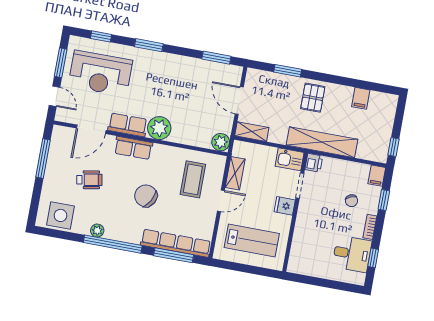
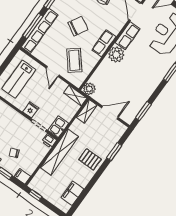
filing cabinet: (361, 98) -> (72, 193), width x2.00
row of seats: (133, 148) -> (104, 43), moved
shelving: (235, 173) -> (75, 95), moved
coffee table: (193, 179) -> (74, 60), turned 51

